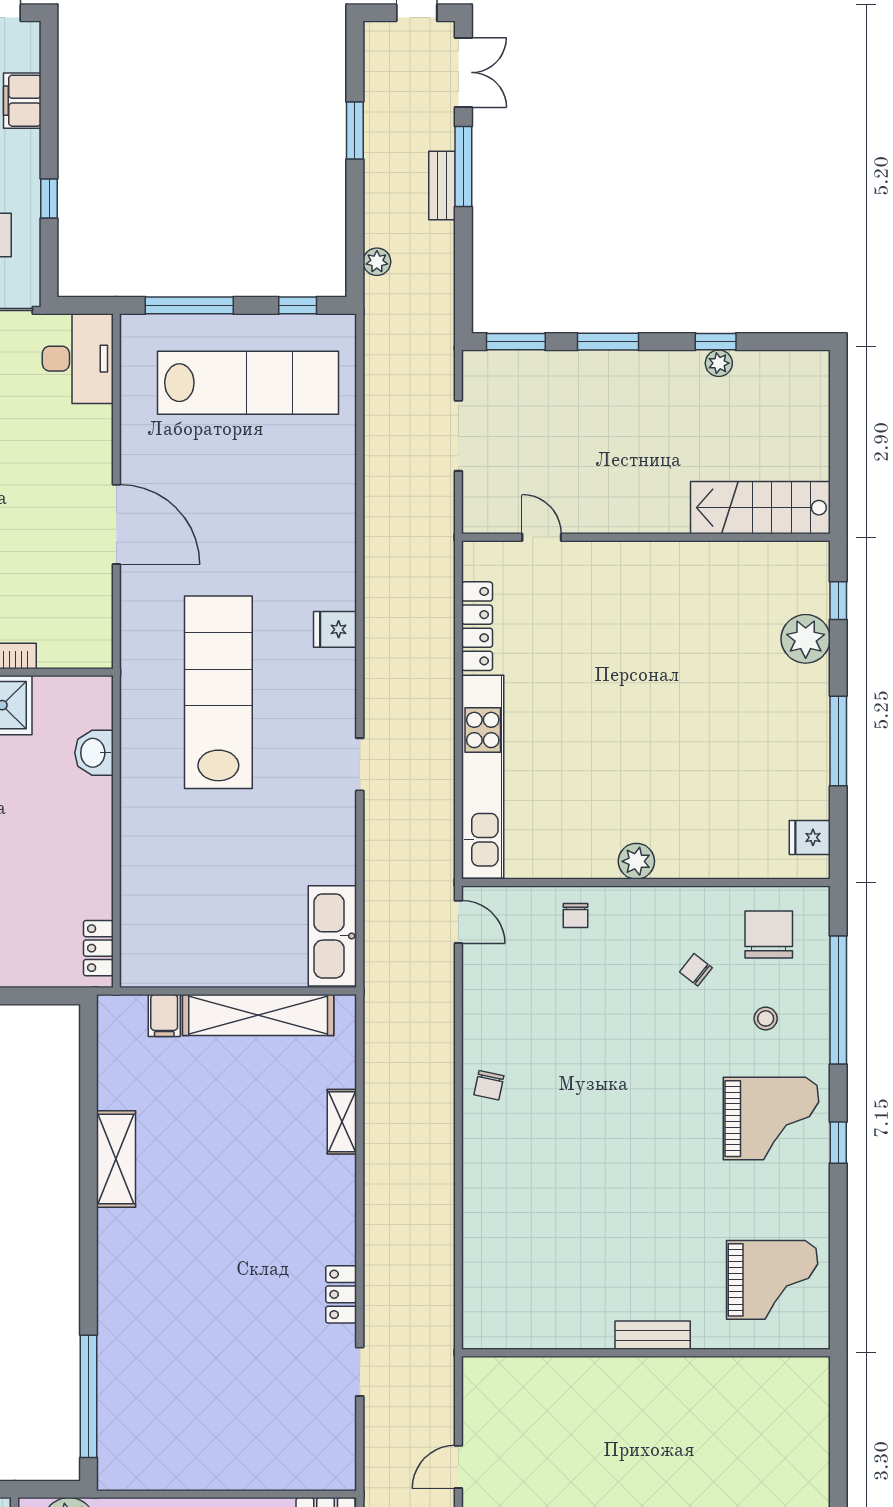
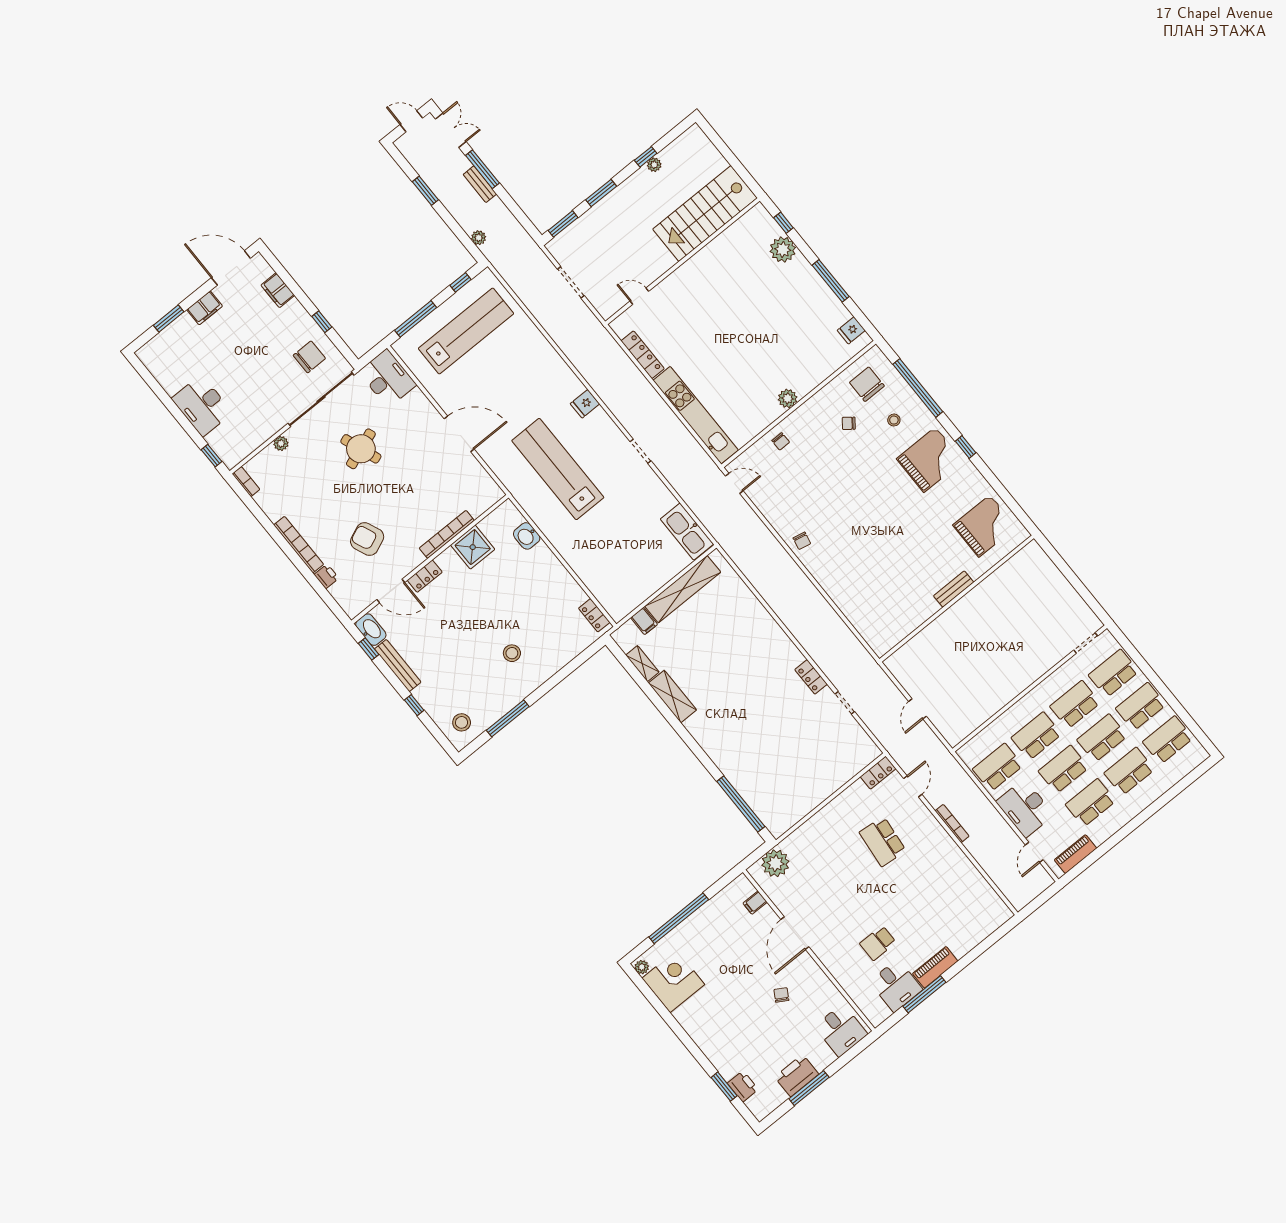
stairs: (760, 508) -> (705, 213), width x1.36, depth x1.51
shelving: (342, 1122) -> (642, 664), moved

